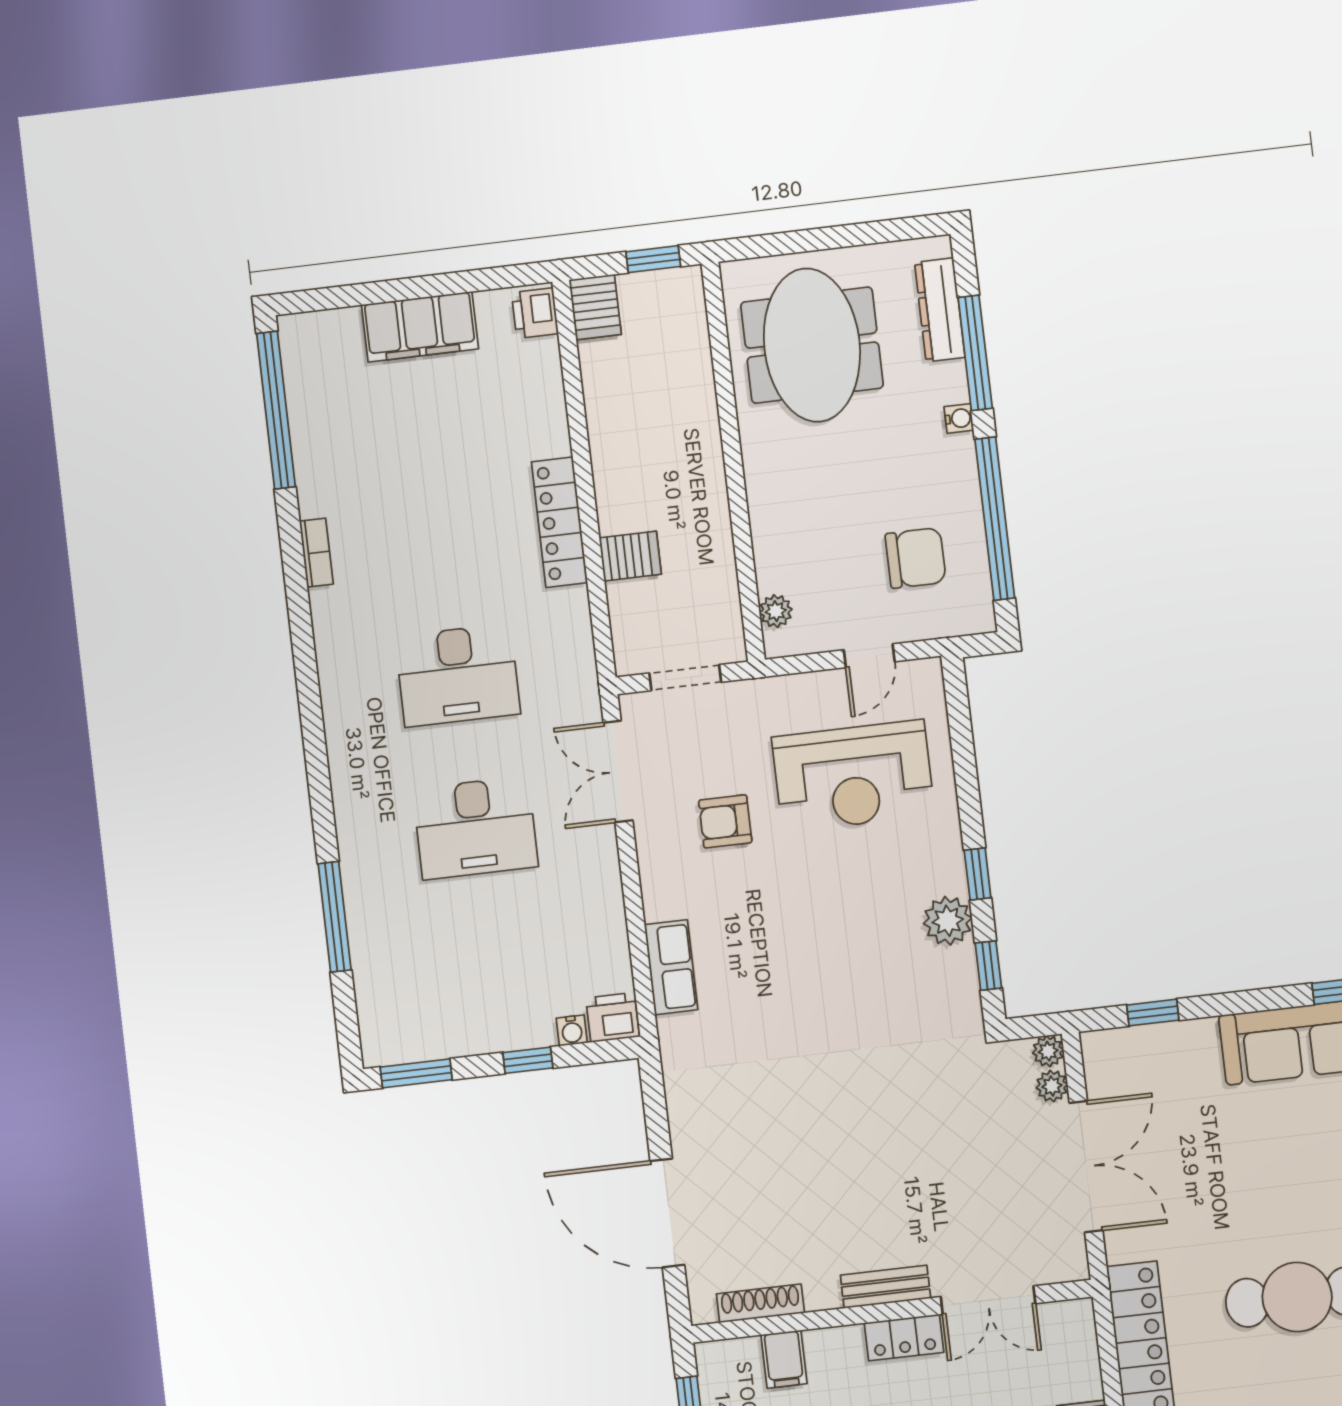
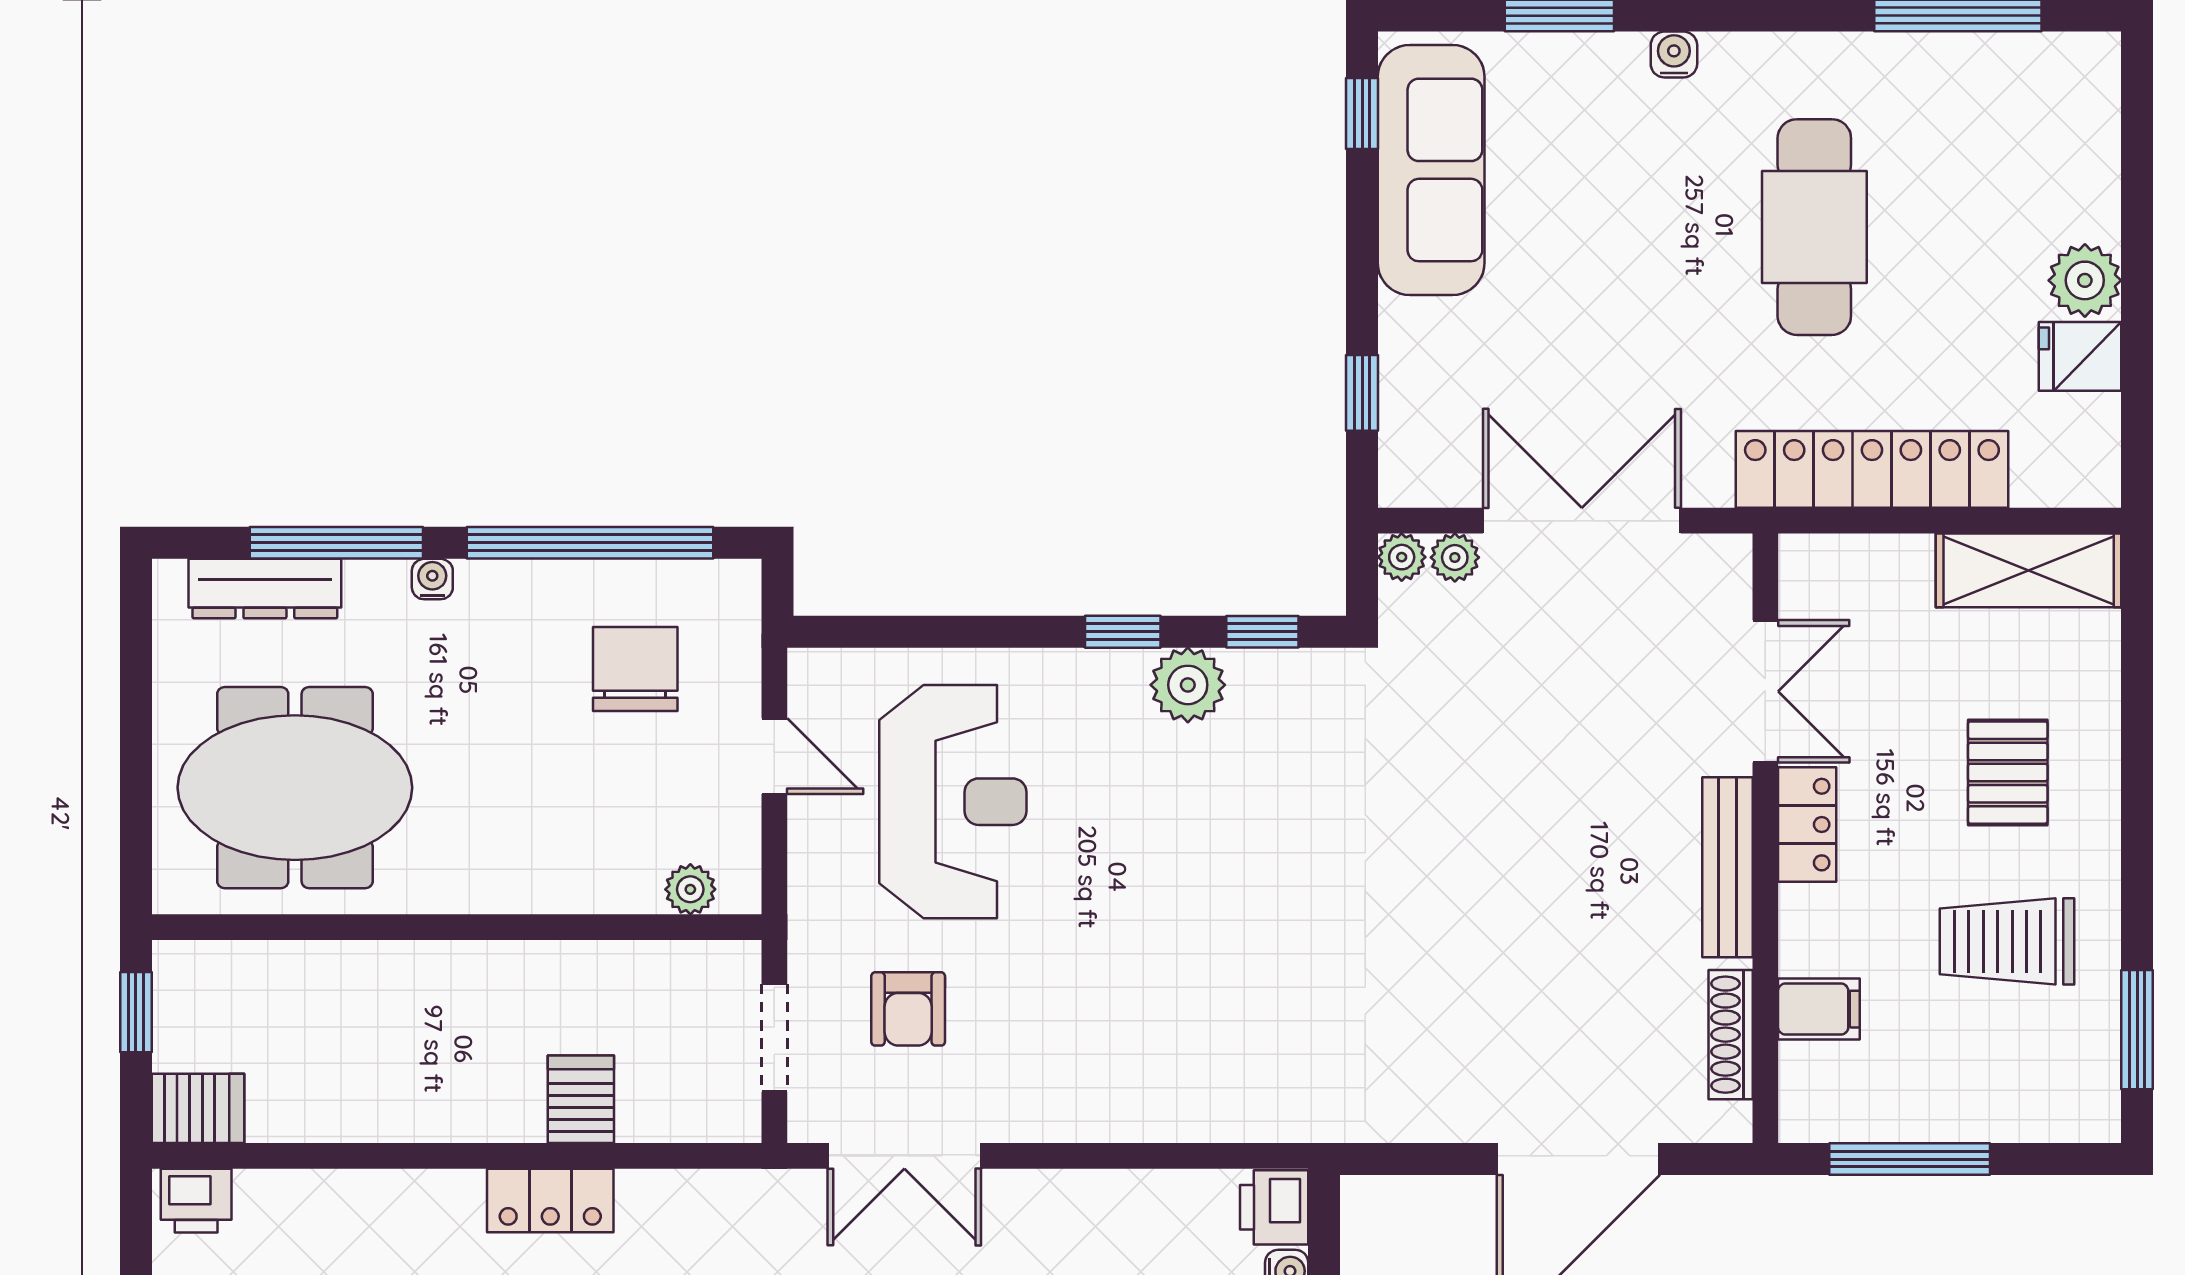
locker: (559, 522) -> (550, 1200), width x0.66
armchair: (725, 821) -> (908, 1009), moved
row of seats: (671, 967) -> (1209, 1110), removed
bench: (886, 1287) -> (1727, 867), width x1.36

